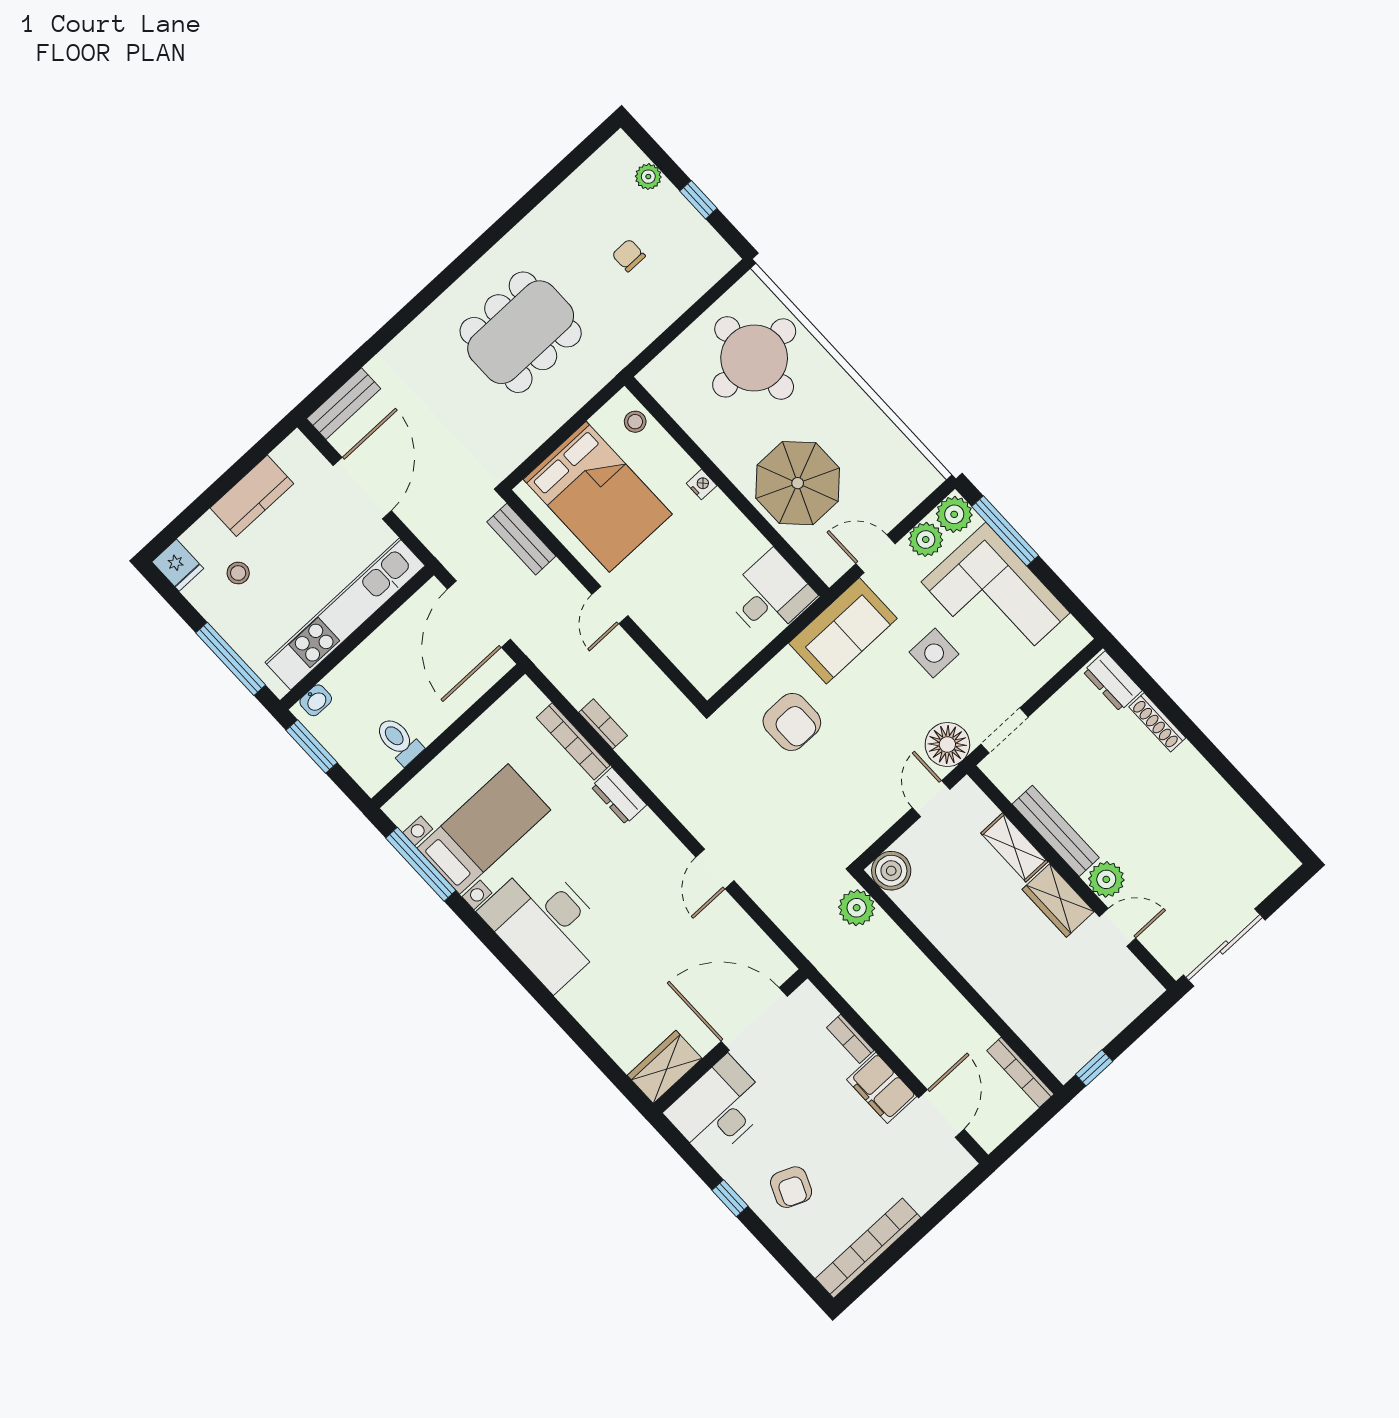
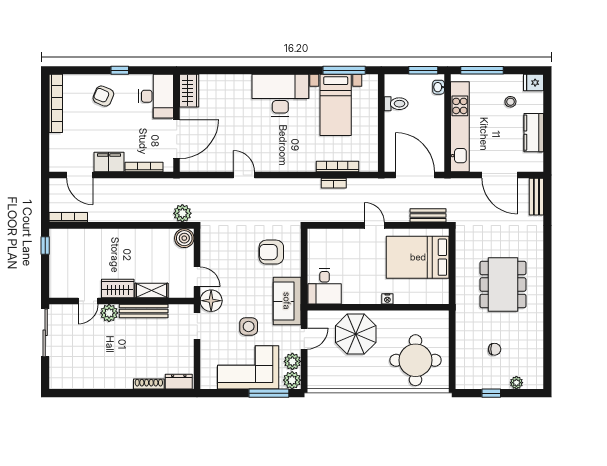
stool: (635, 422) -> (432, 296), removed
dresser: (619, 796) -> (303, 165), removed
bookcase: (850, 1039) -> (144, 167), width x1.56

